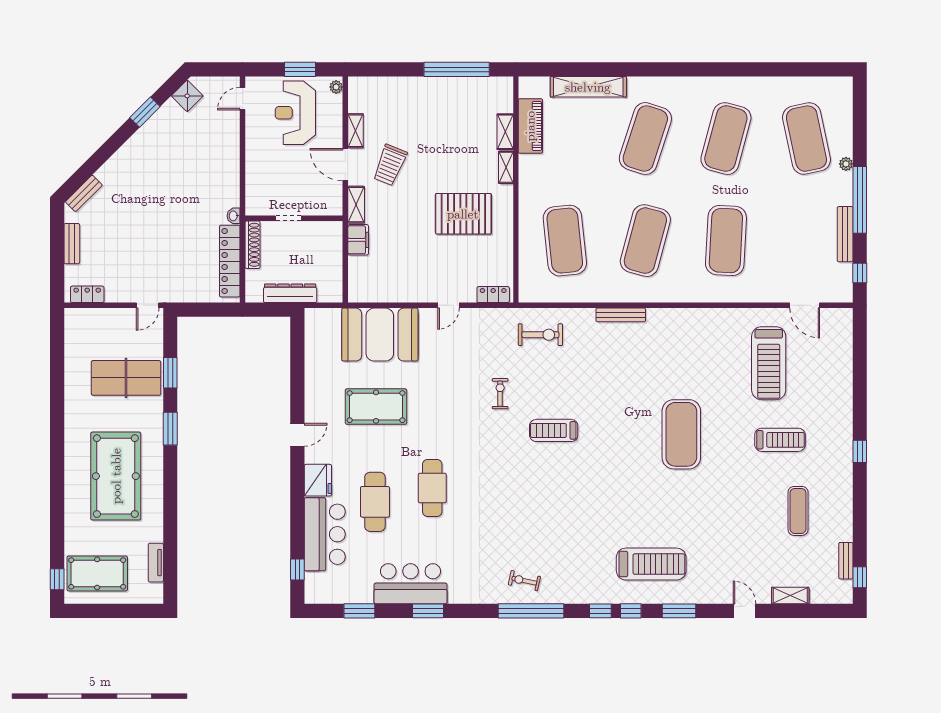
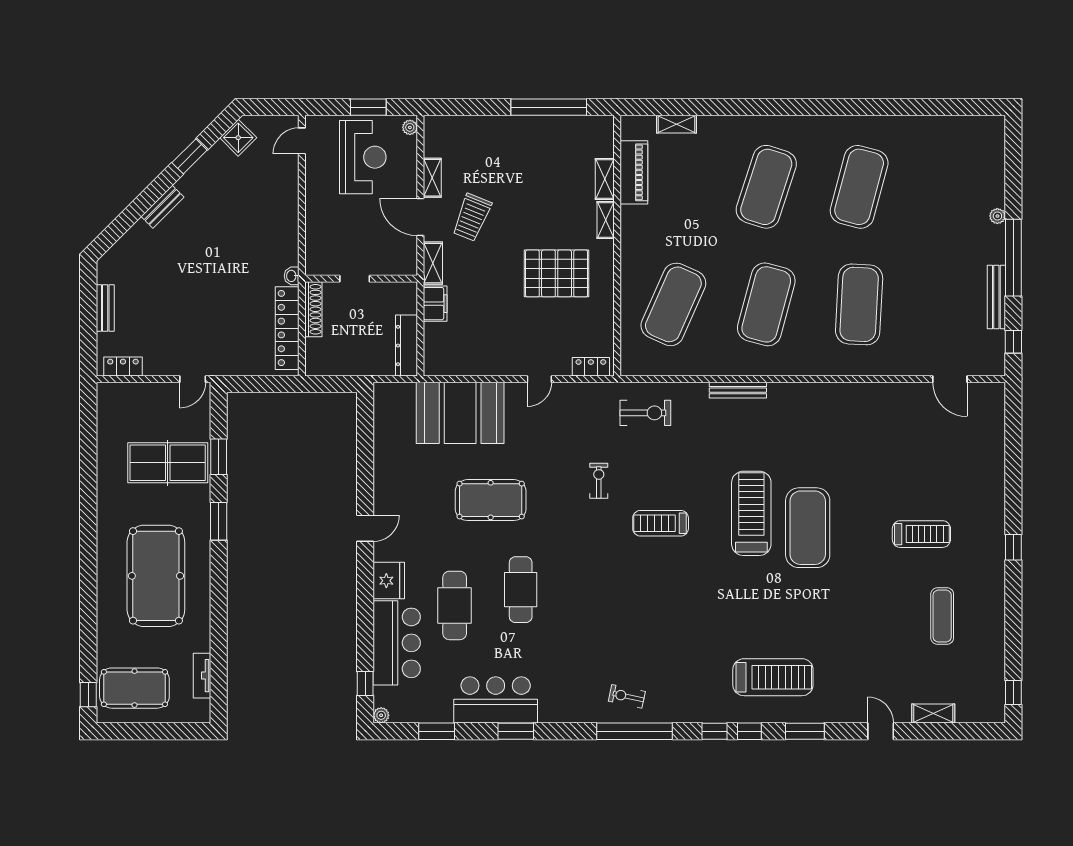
shelving: (588, 87) -> (677, 124), width x0.45, depth x0.75
reception desk: (295, 113) -> (363, 157), turned 180
exercise mat: (806, 139) -> (952, 187), removed
bench: (84, 193) -> (162, 207), moved
exercise mat: (565, 241) -> (673, 304), turned 30
dresser: (290, 293) -> (406, 346), moved, turned -90
treadmill: (769, 363) -> (751, 513), moved, turned 180
pool table: (376, 407) -> (491, 500), moved
bench: (846, 561) -> (997, 673), removed
plant: (311, 597) -> (381, 715), added

